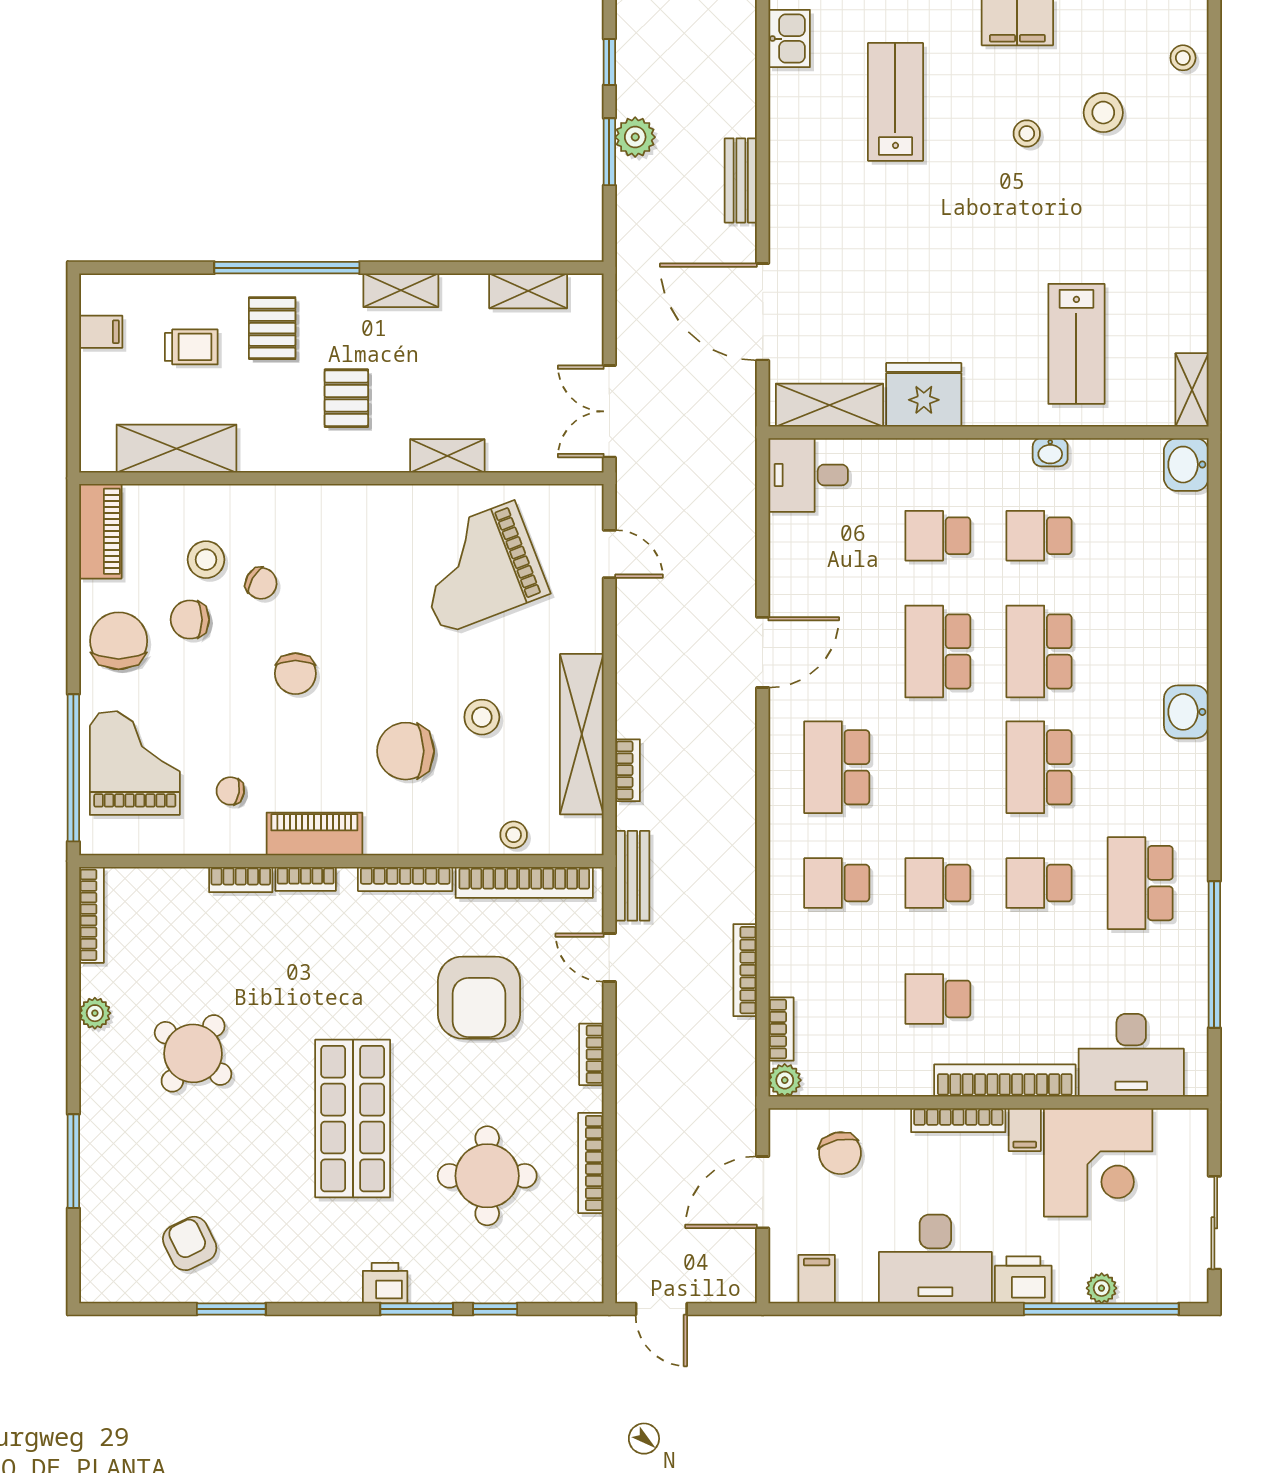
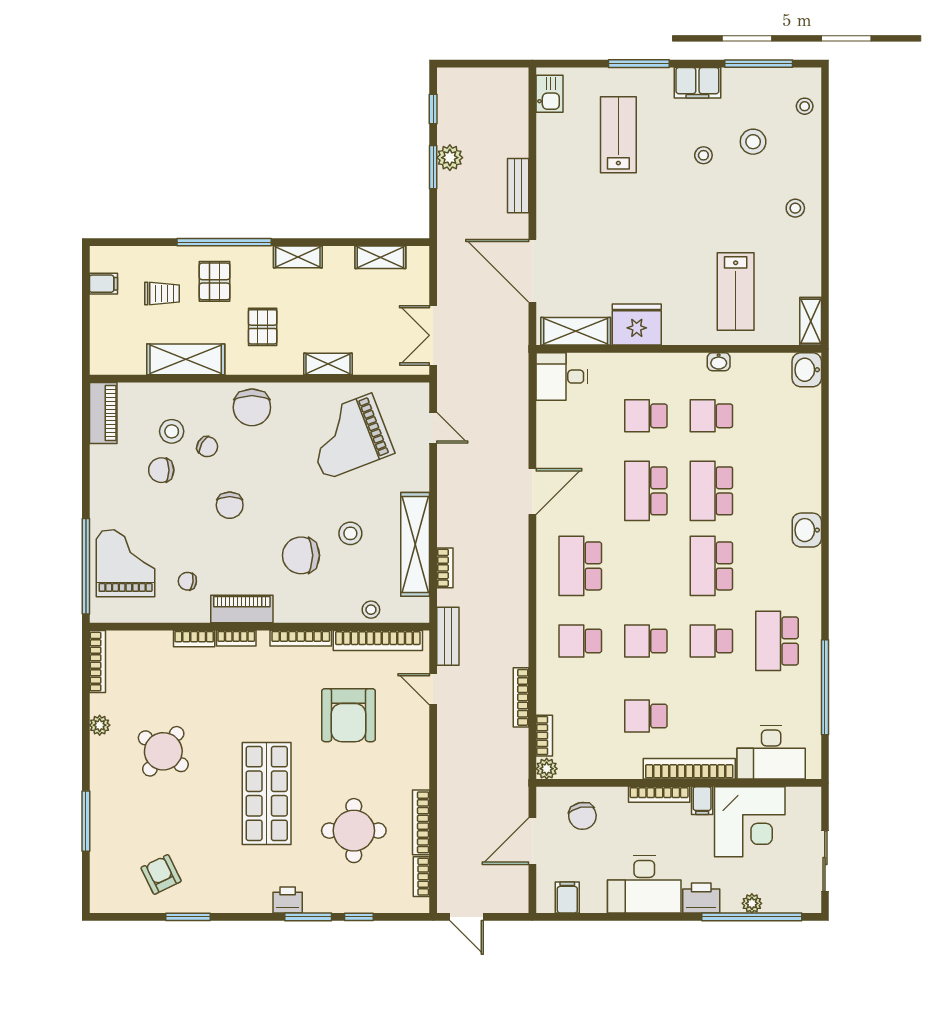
stool: (1168, 215) -> (795, 208), added
shelving: (177, 449) -> (186, 359), moved
chair: (119, 641) -> (252, 407), moved, turned 180
bookcase: (591, 1054) -> (421, 877), moved

